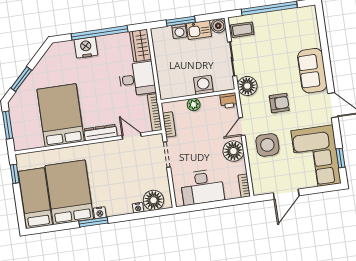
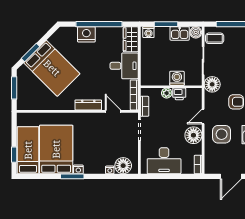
washing machine: (179, 31) -> (148, 32), moved
printer: (229, 100) -> (179, 94), moved
bed: (61, 115) -> (52, 68), moved, turned 135
window: (15, 174) -> (14, 155), moved

